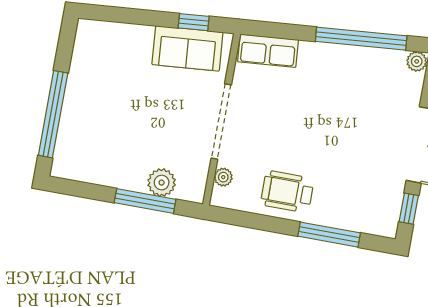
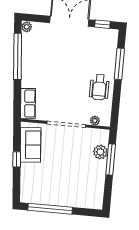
window: (194, 22) -> (17, 159), moved
window: (53, 114) -> (50, 209), moved

